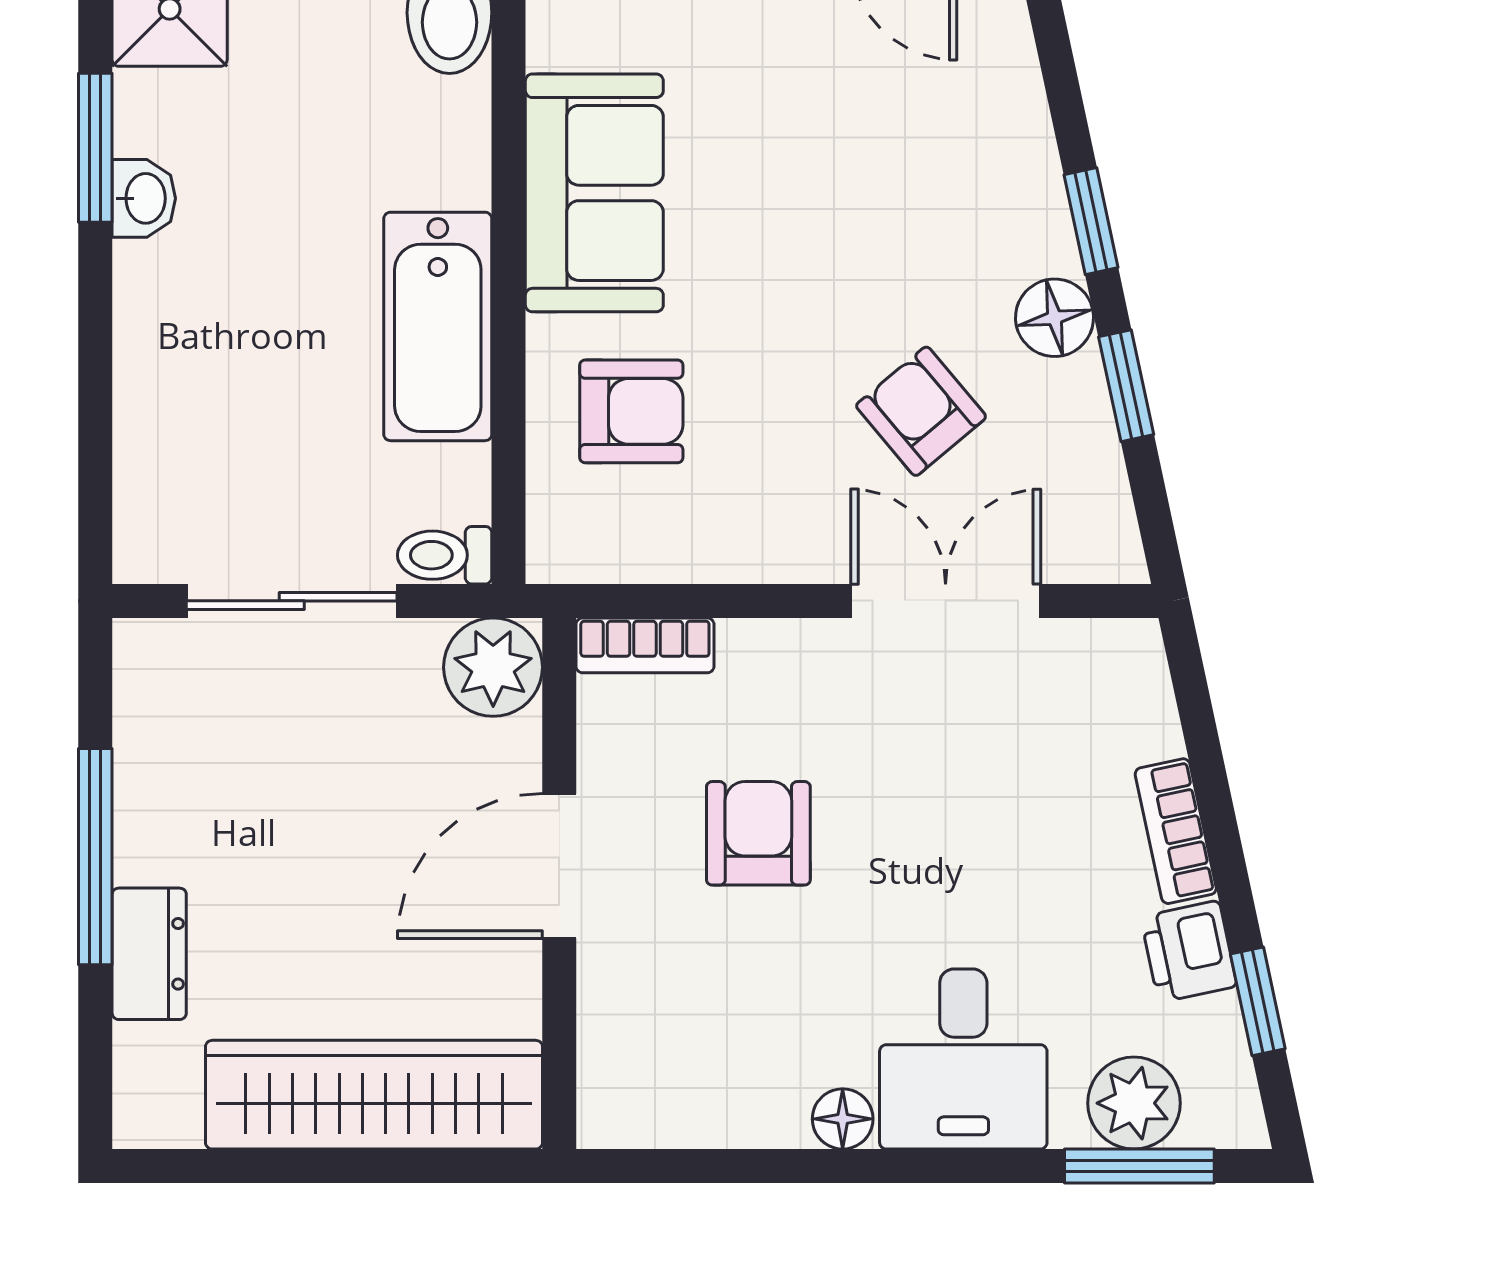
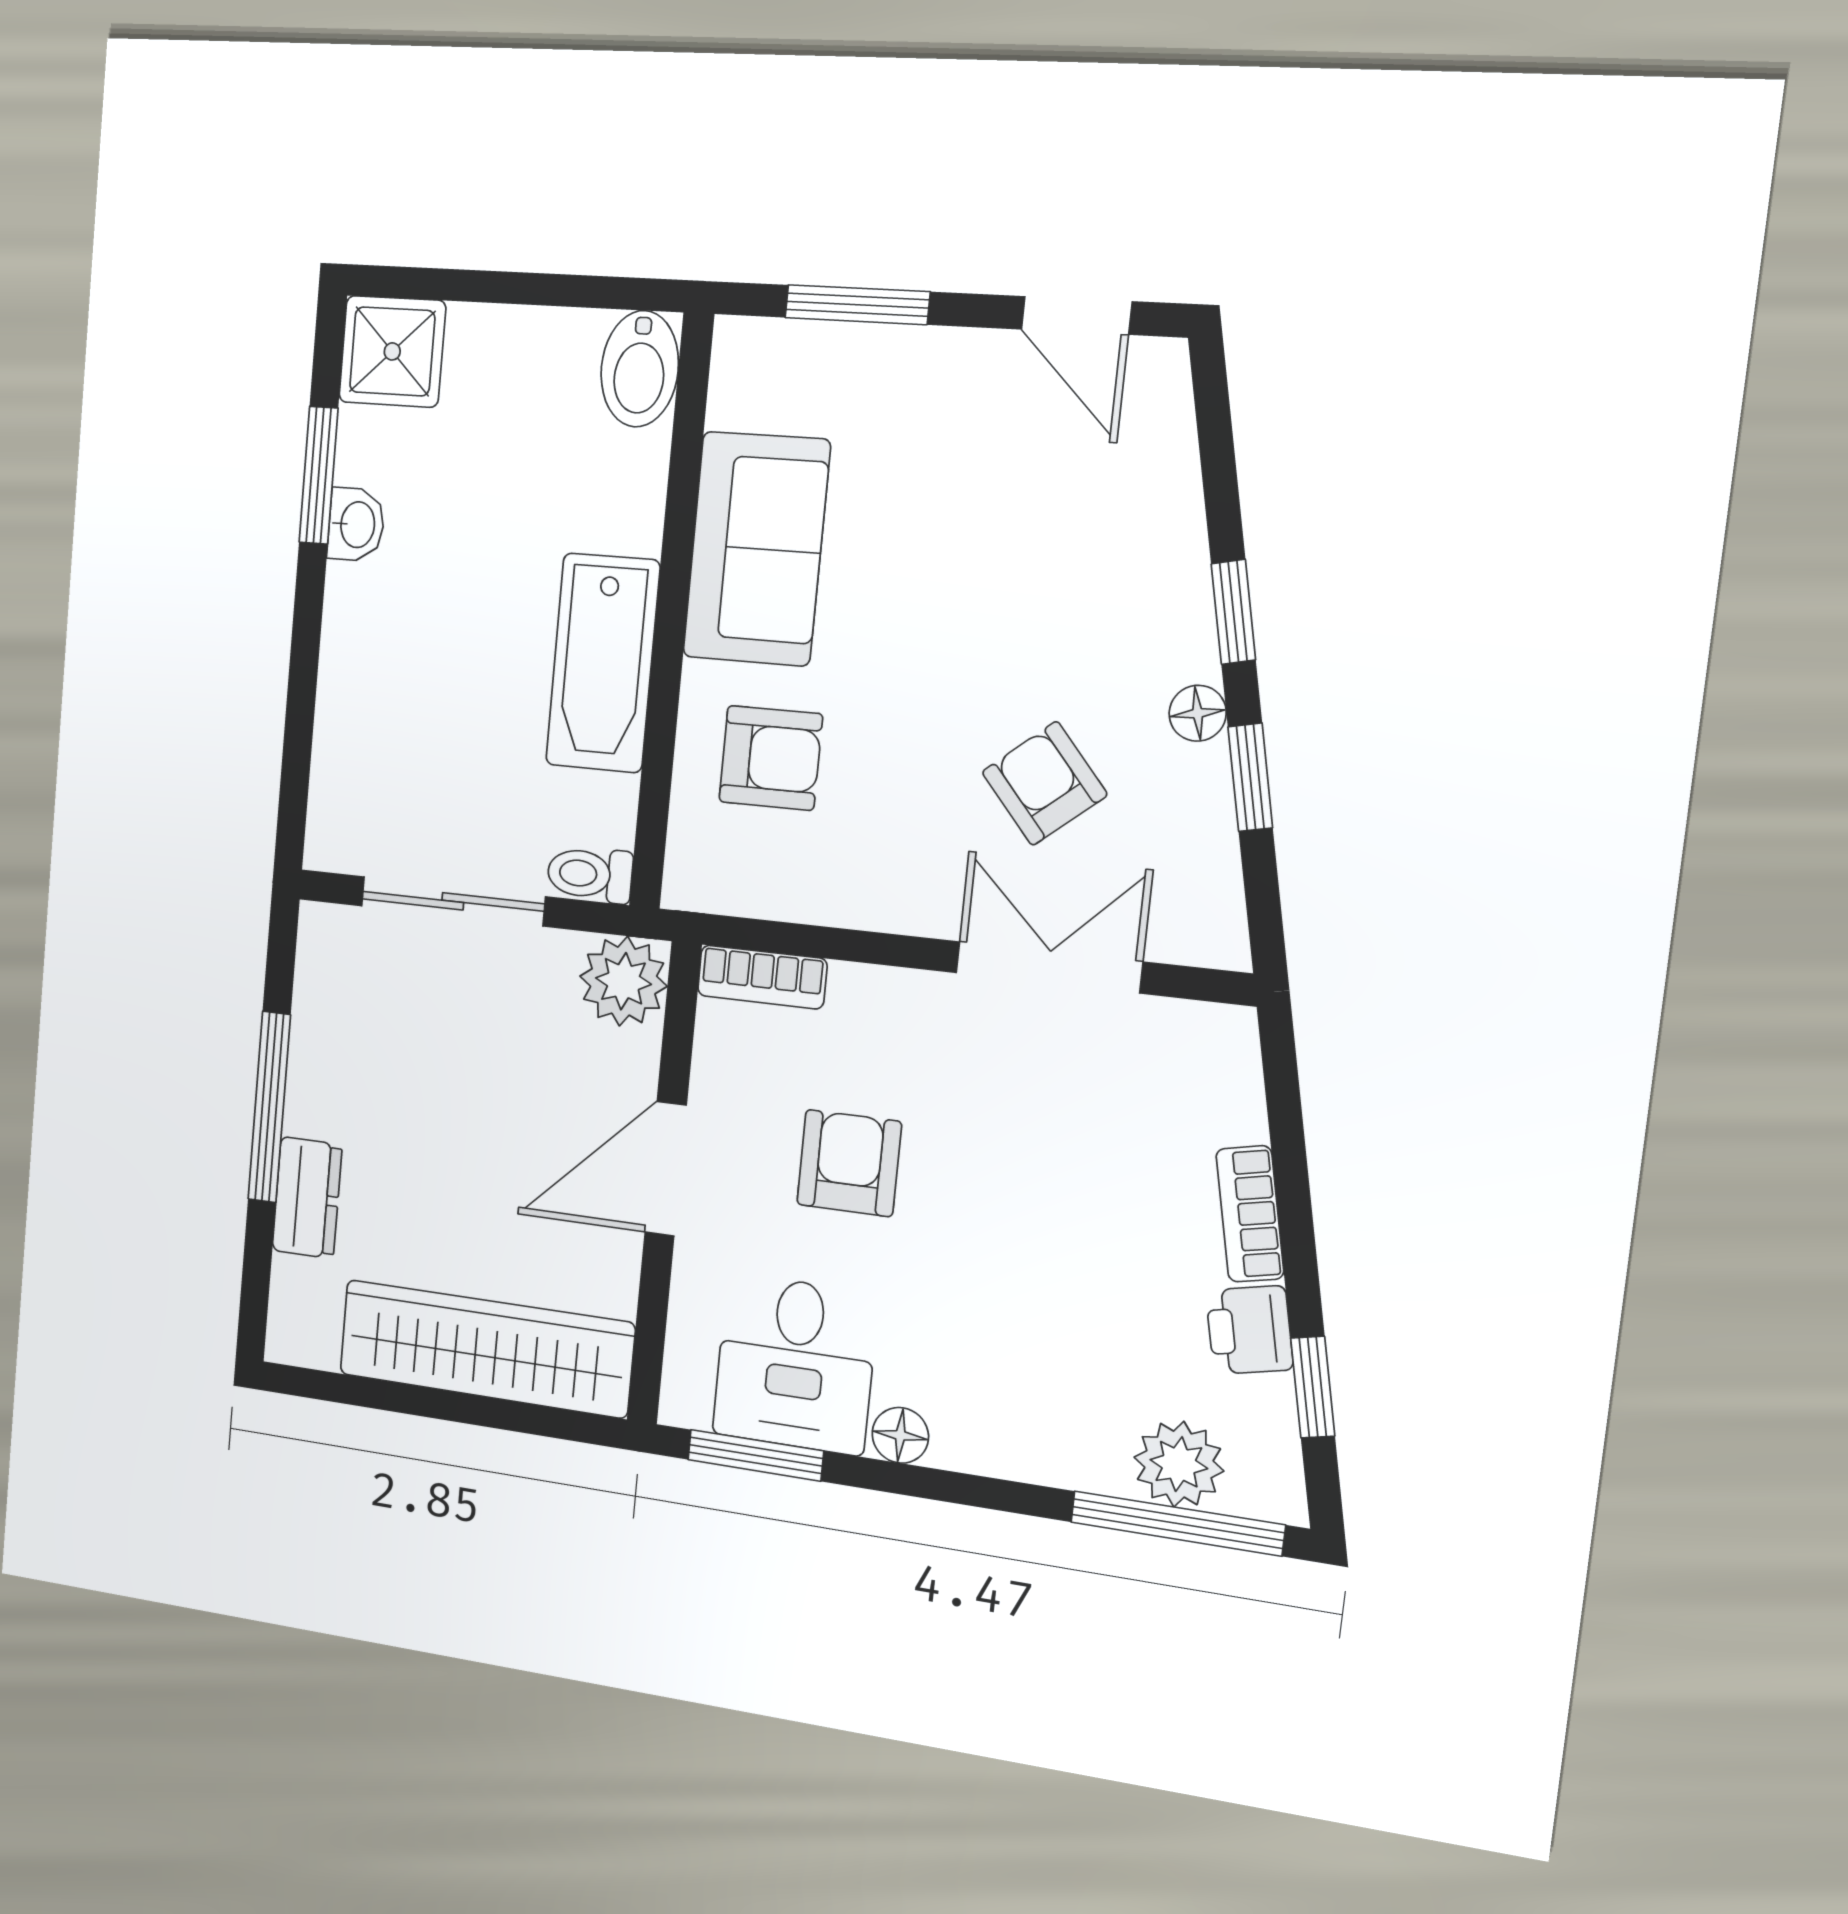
floor lamp: (1055, 318) -> (1198, 713), width x0.73, depth x0.73
desk: (963, 1059) -> (795, 1364), moved
window: (689, 1166) -> (755, 1455), added
window: (1139, 1166) -> (1177, 1523), width x1.44

